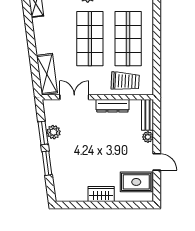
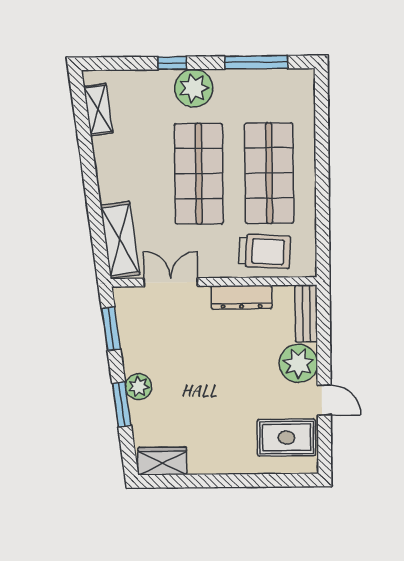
plant: (54, 132) -> (139, 387), moved
window: (43, 133) -> (111, 329), moved
plant: (148, 137) -> (298, 363), width x1.88, depth x1.88
wardrobe: (101, 194) -> (162, 461), moved

